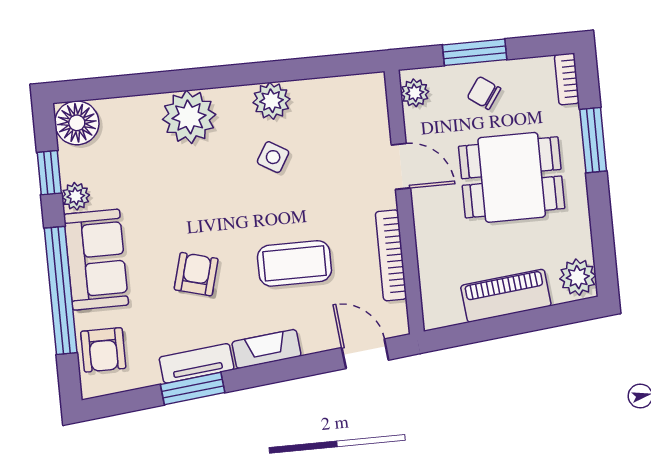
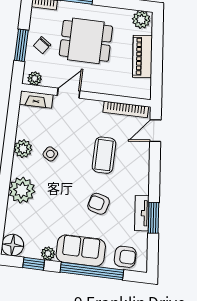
dining table: (512, 177) -> (86, 41), turned 90
bookcase: (391, 255) -> (126, 109), moved
fireplace: (266, 349) -> (36, 100), moved, turned -84

